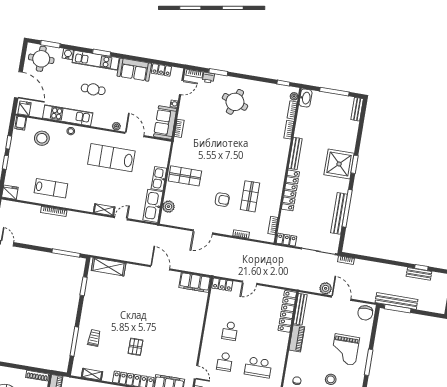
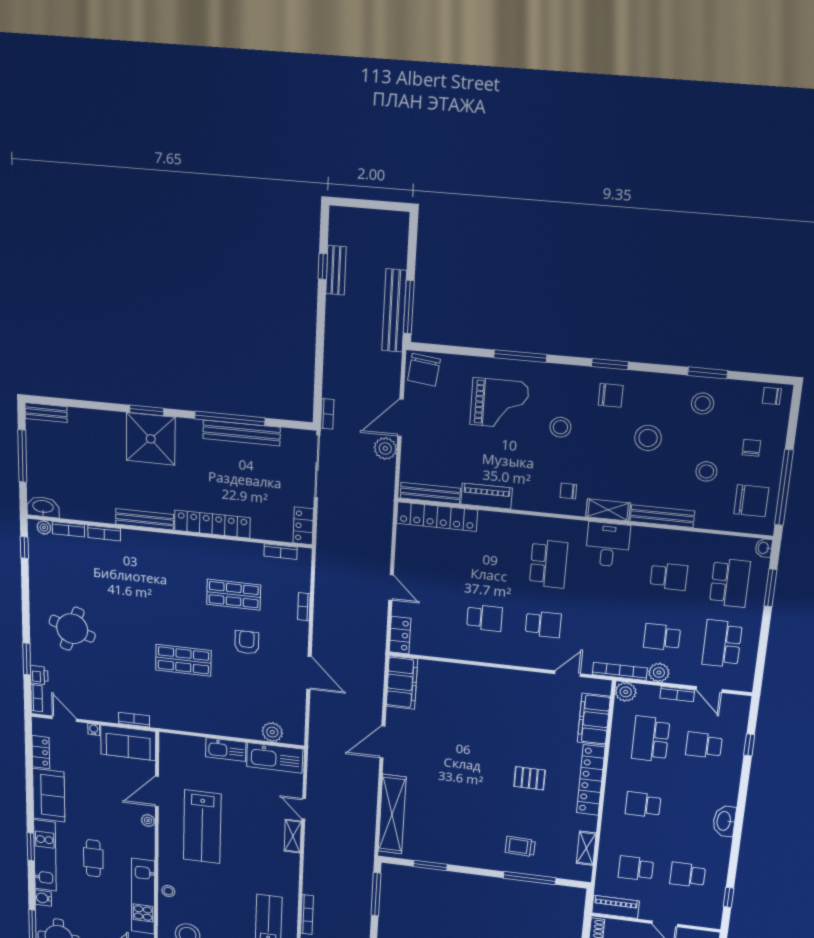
shop shelf: (185, 176) -> (183, 660), moved, turned 90
shelving: (109, 267) -> (392, 814), width x1.47
chair: (365, 313) -> (424, 370), turned 97

